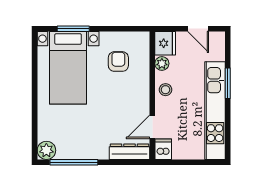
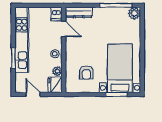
door: (152, 127) -> (64, 29), hinge flipped

